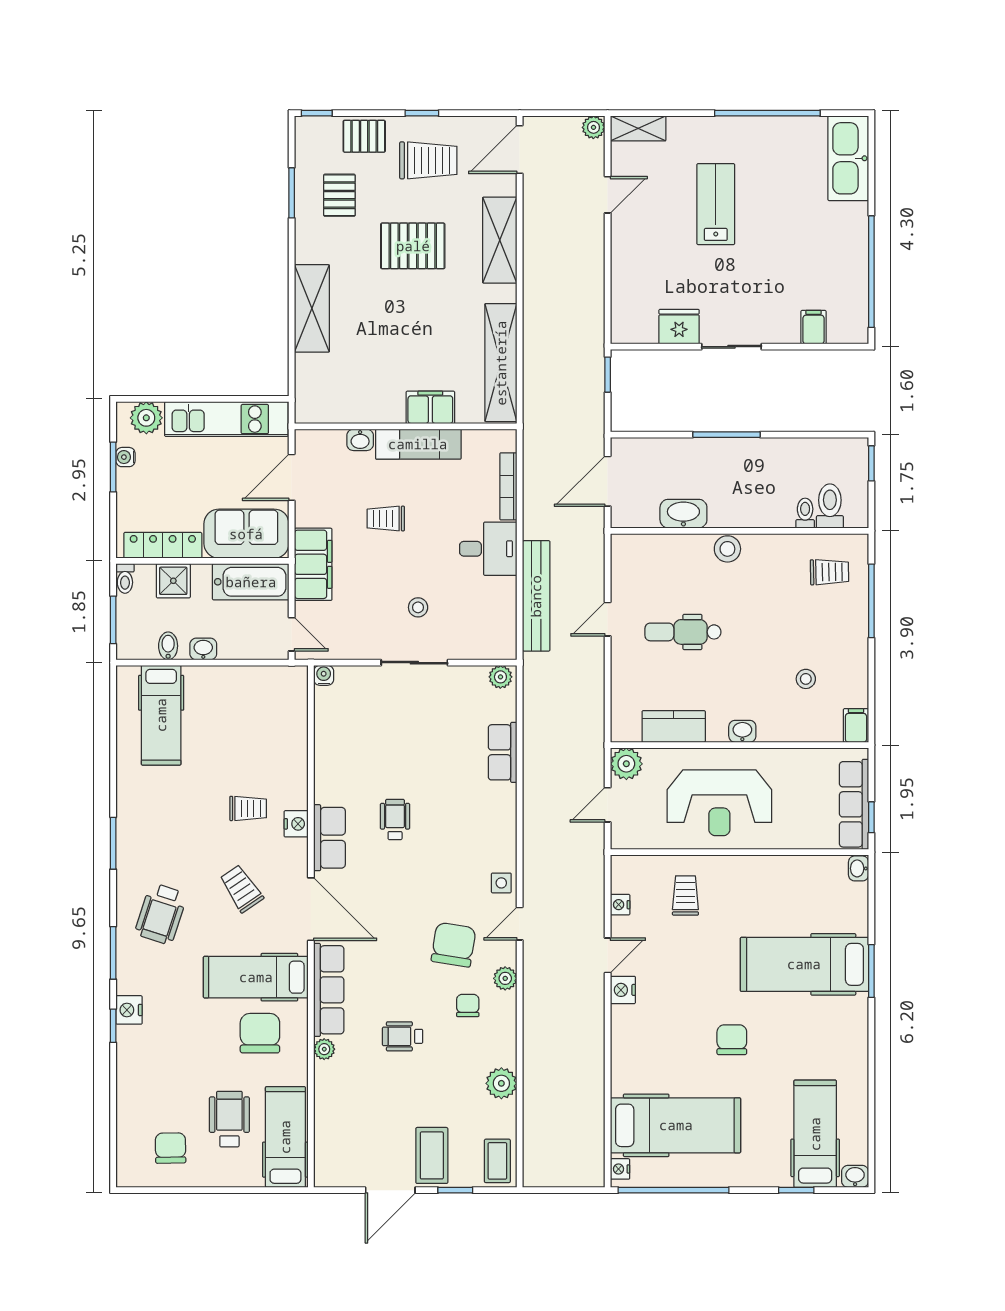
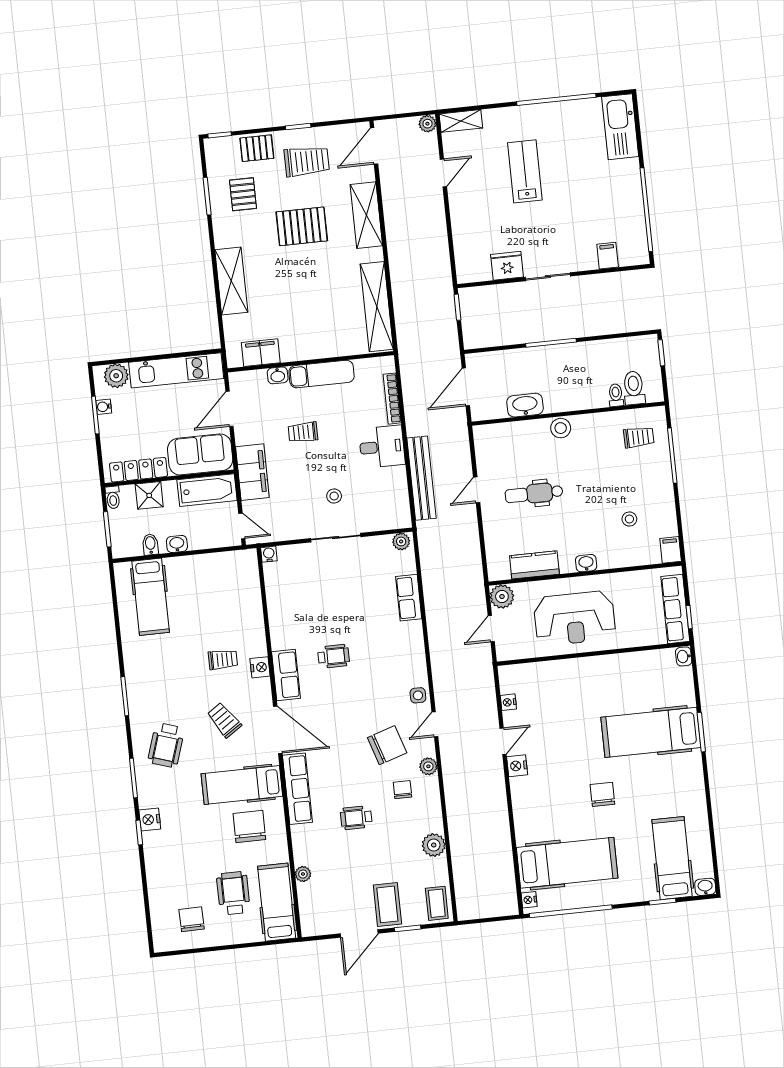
filing cabinet: (430, 407) -> (261, 353), moved
wheelchair: (395, 819) -> (334, 656), turned 90
trolley: (685, 895) -> (556, 690), removed
chair: (454, 945) -> (387, 745), turned 63
plant: (324, 1049) -> (303, 874), moved

